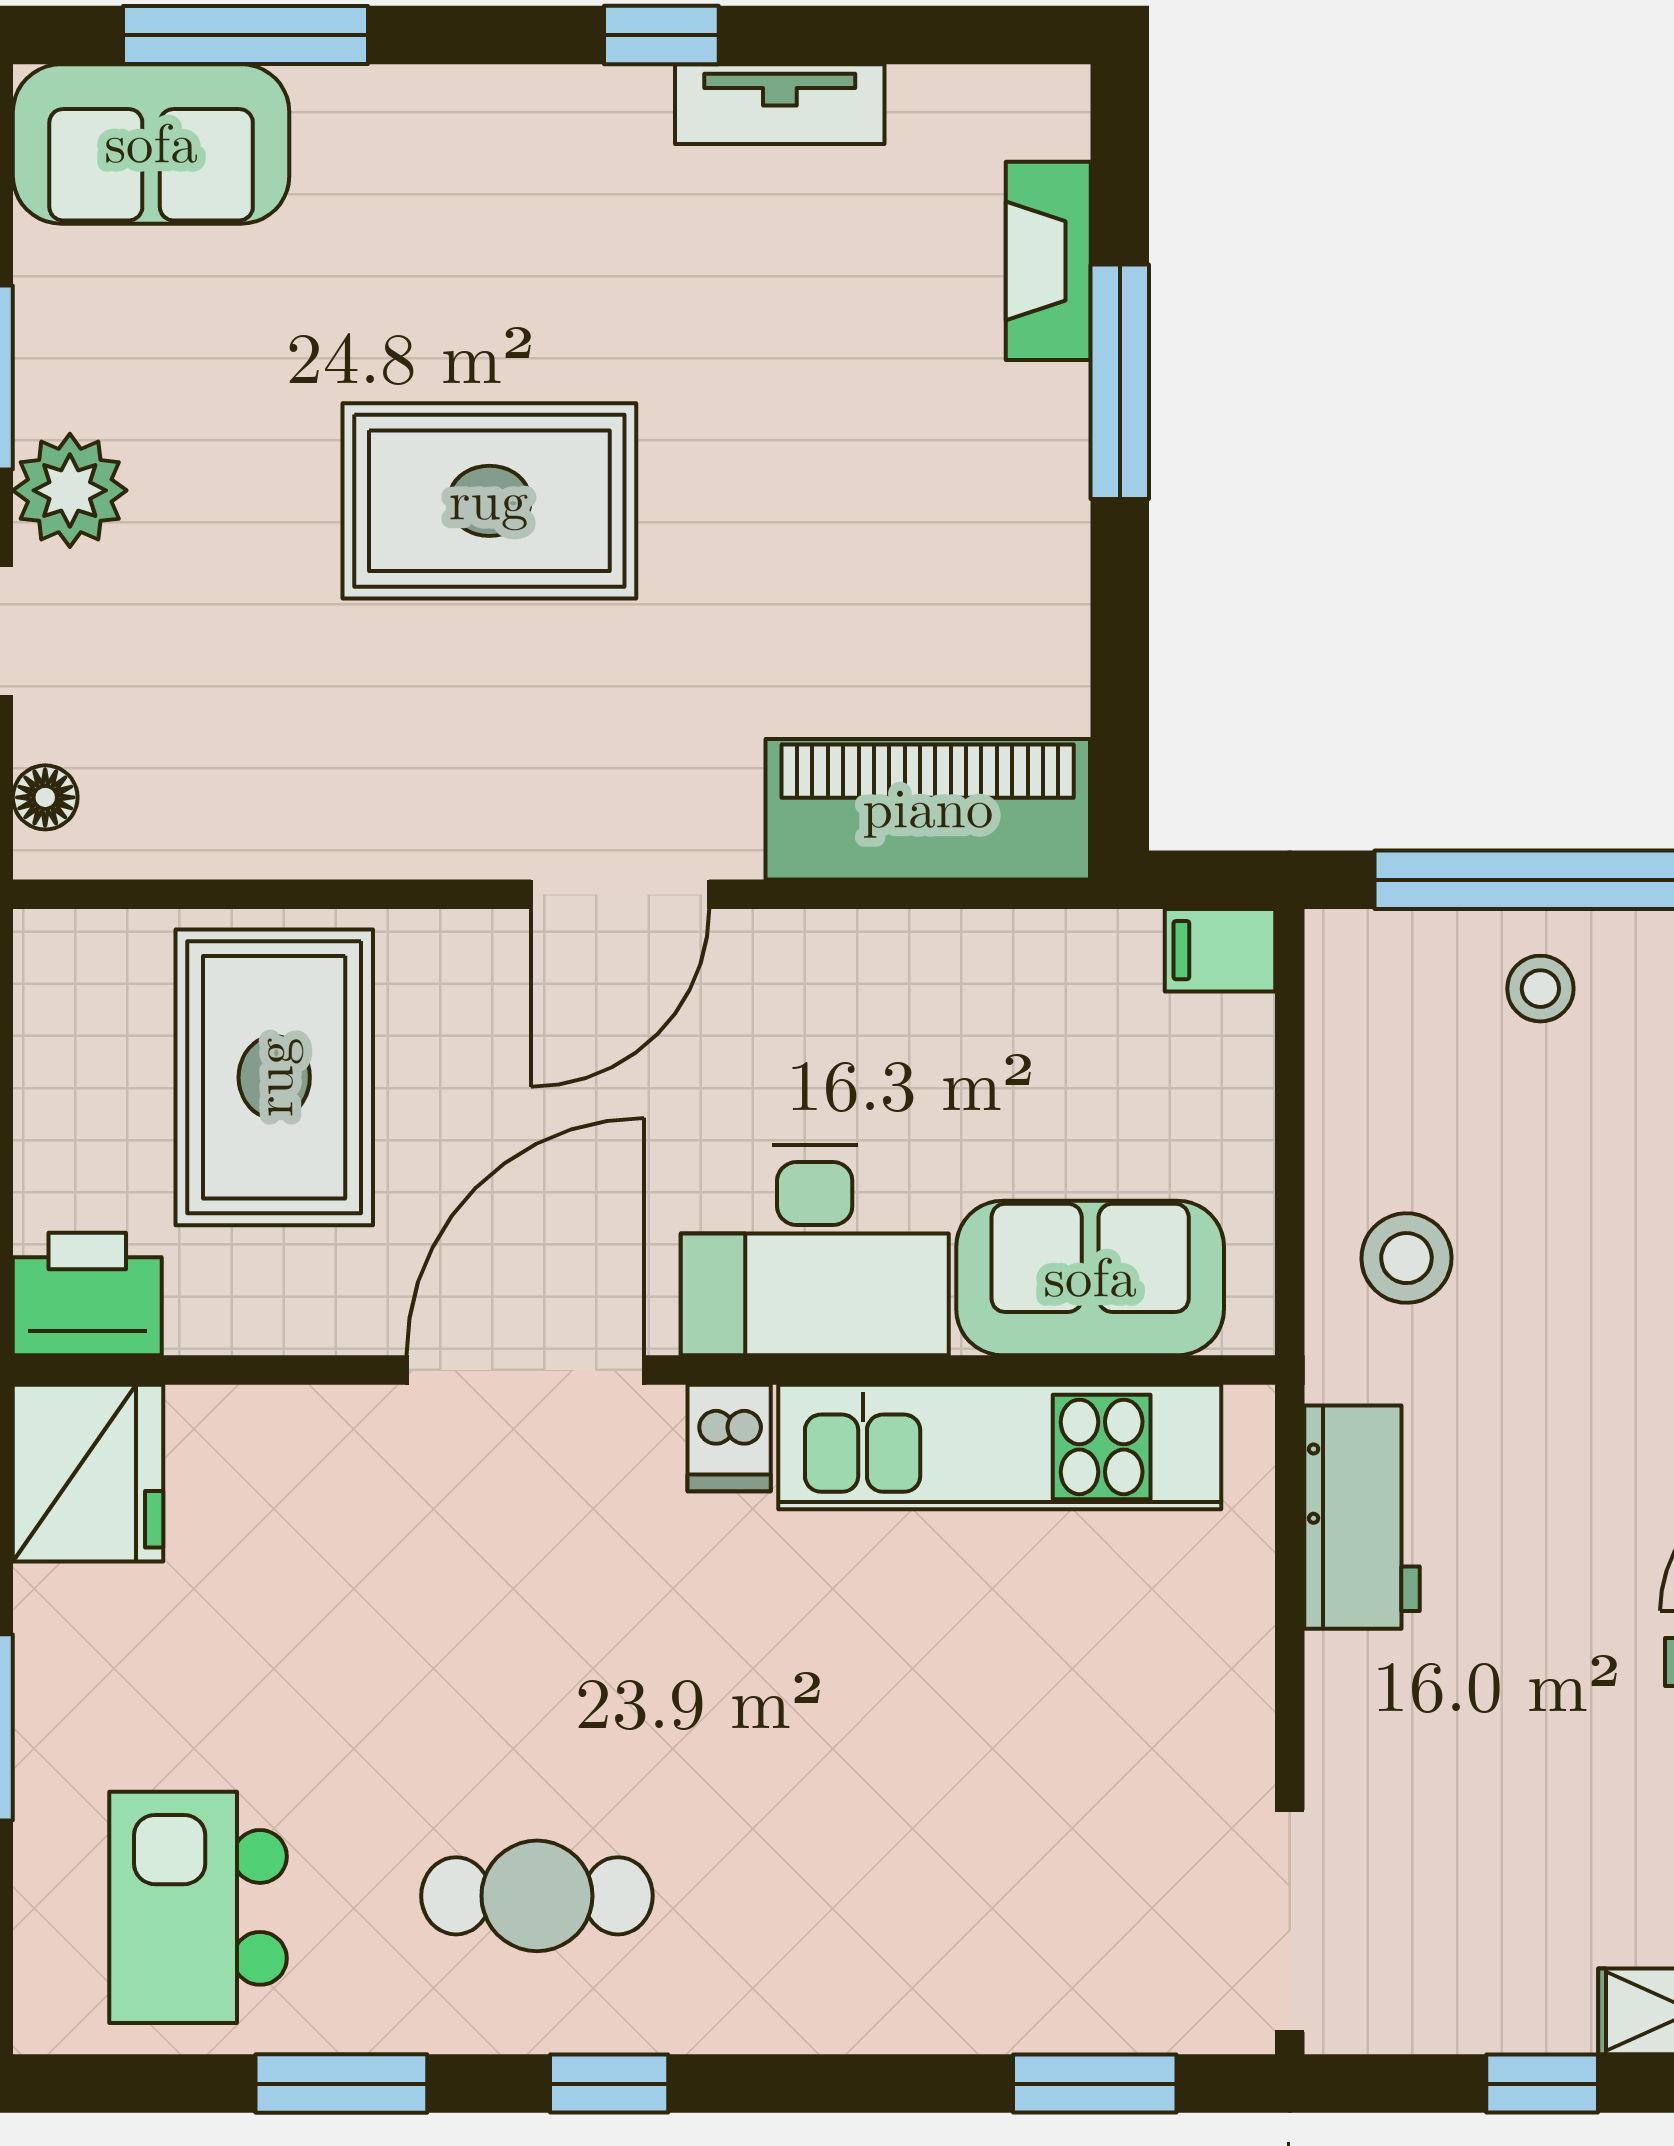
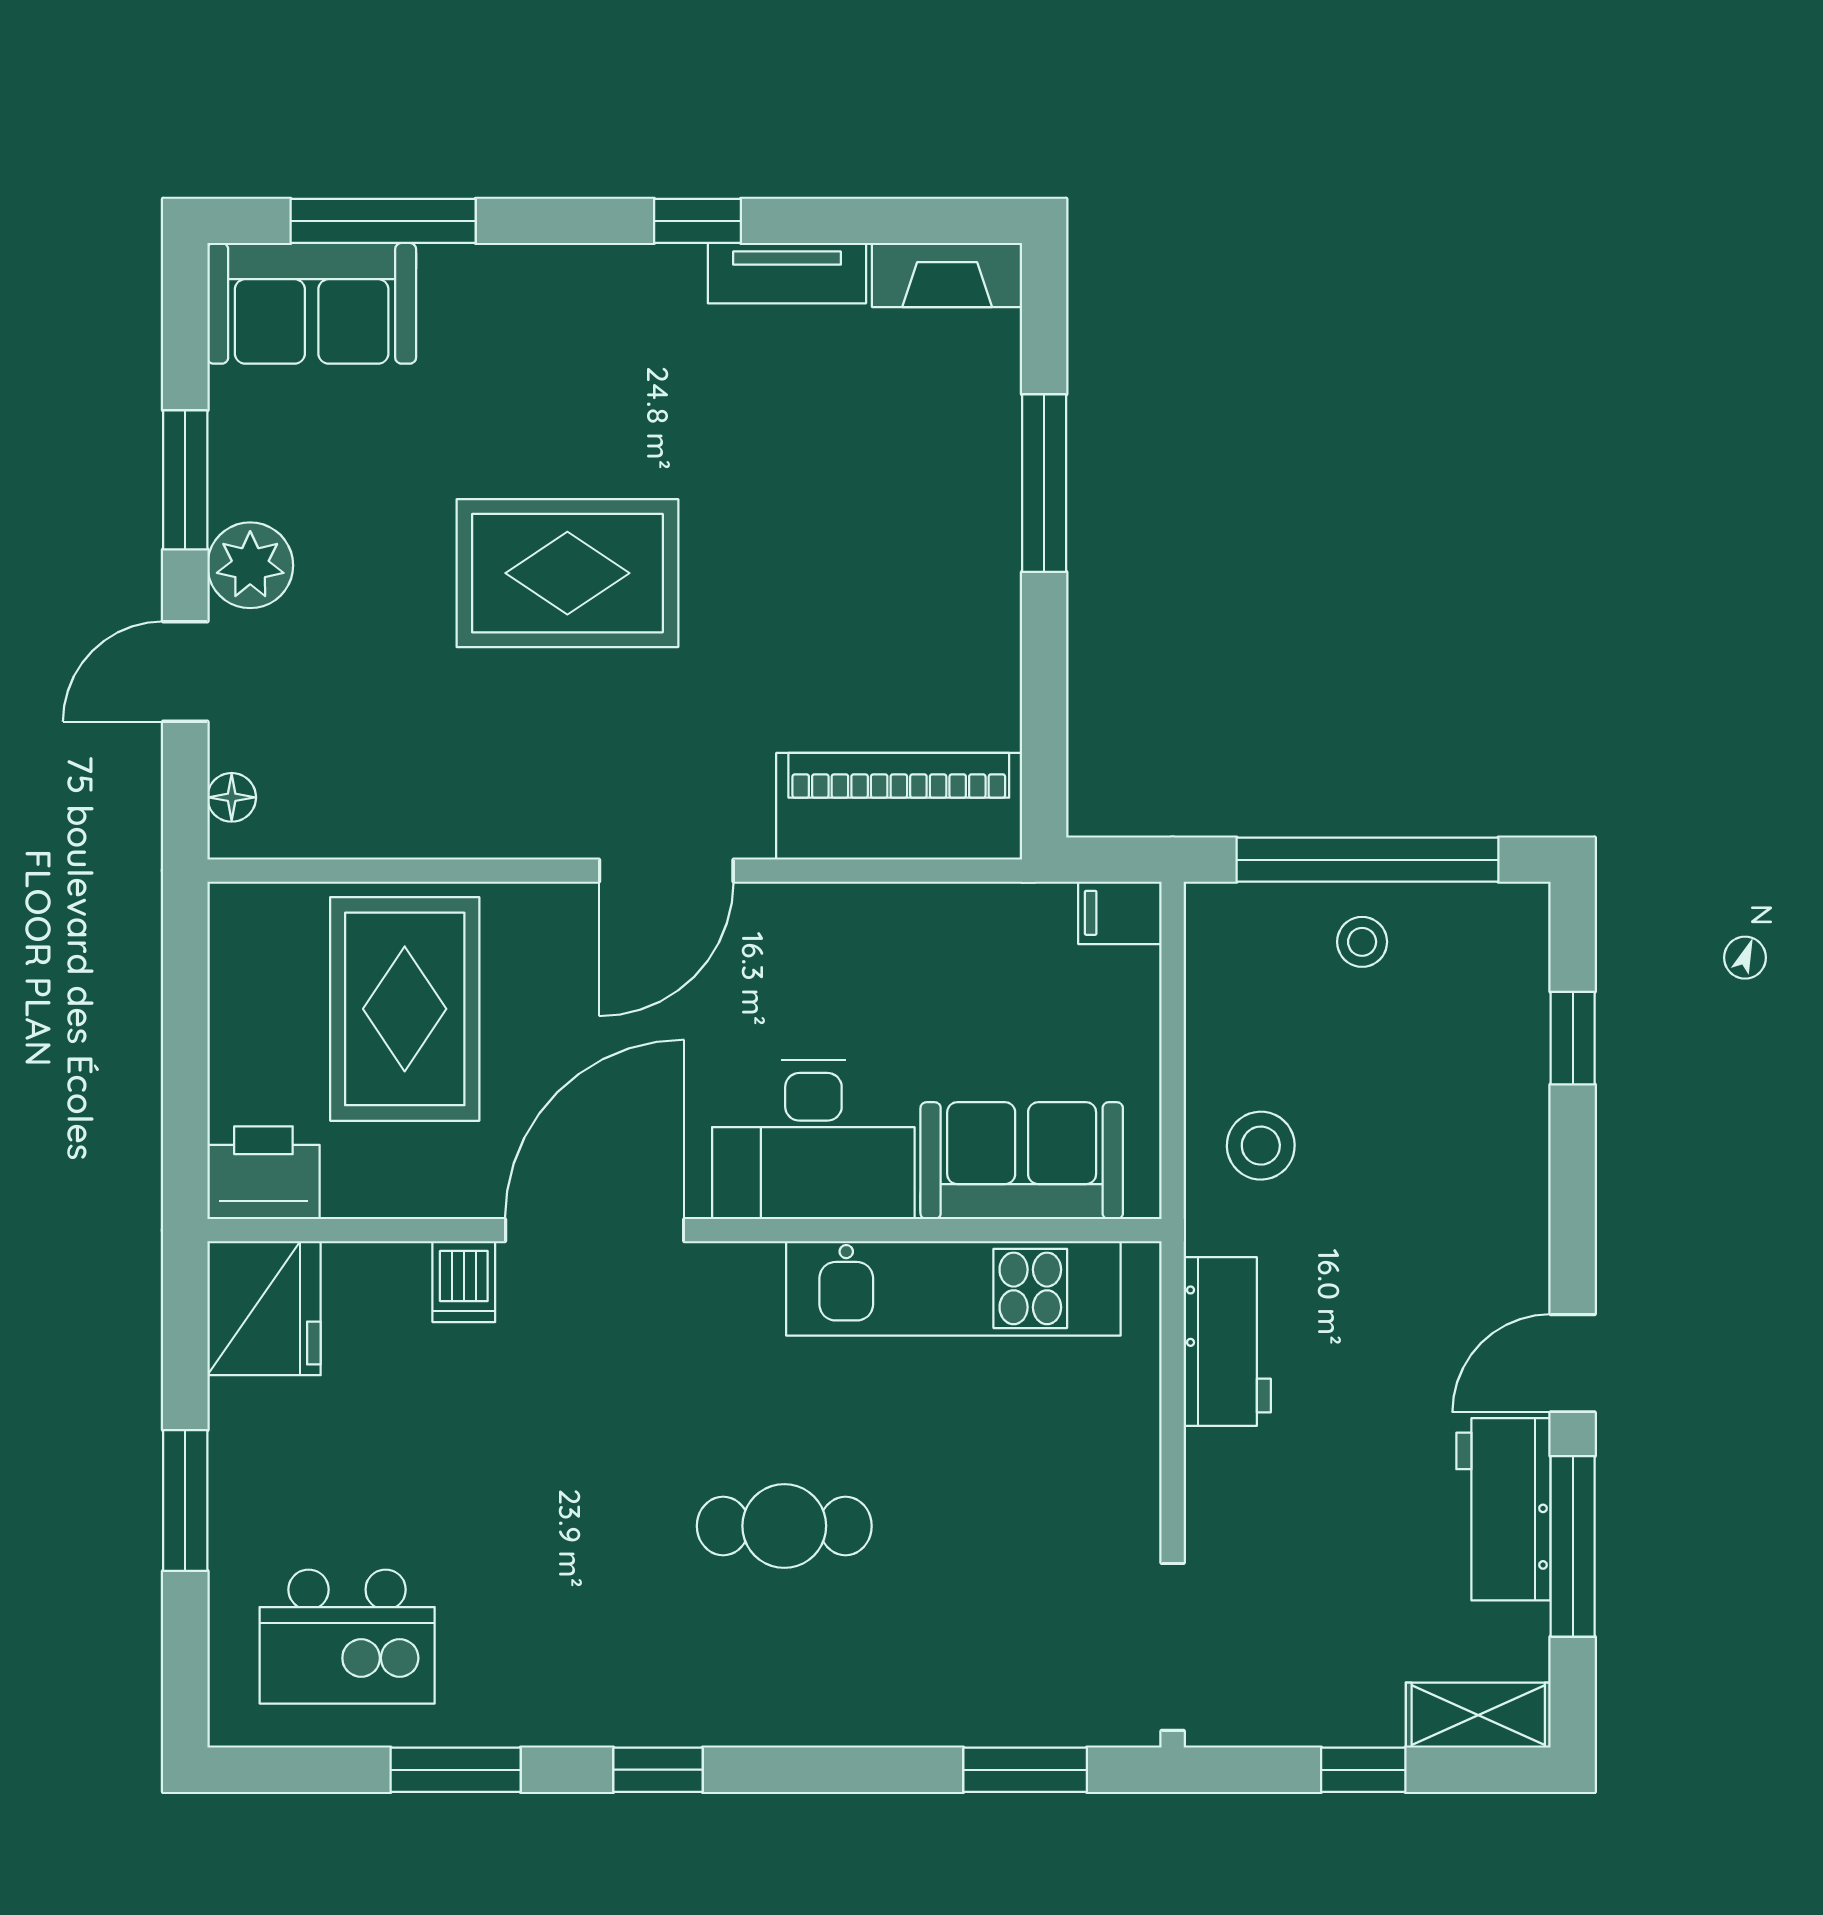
fireplace: (1048, 261) -> (947, 275), moved, turned -90
dishwasher: (729, 1438) -> (464, 1282), moved
cafe table: (537, 1896) -> (784, 1526), moved
kitchen island: (198, 1907) -> (347, 1637), turned -90

